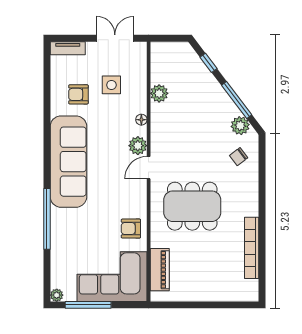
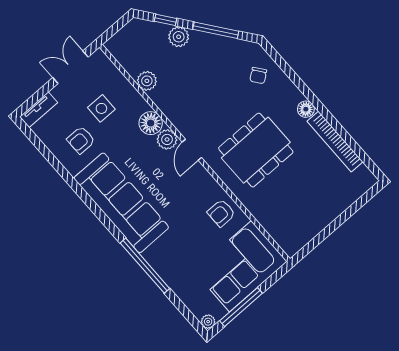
floor lamp: (141, 120) -> (151, 123), width x1.89, depth x1.89
plant: (240, 126) -> (179, 37), moved
floor lamp: (251, 208) -> (306, 109), added
piano: (160, 270) -> (275, 226), removed

